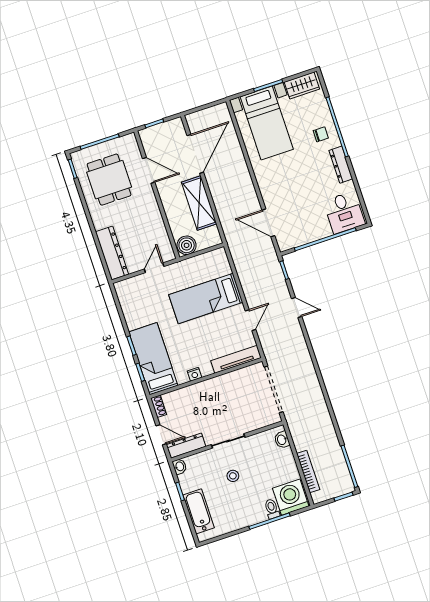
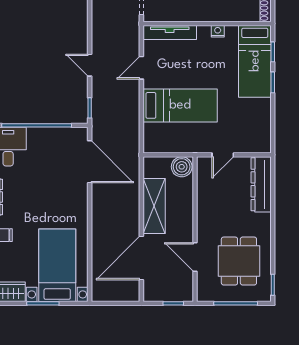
door: (268, 223) -> (90, 162), width x1.36

